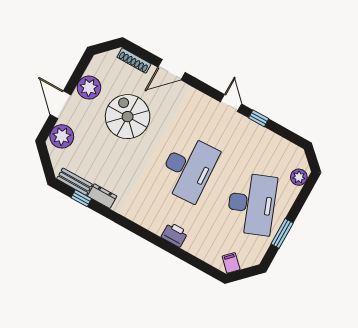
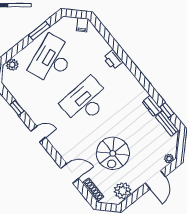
plant: (89, 88) -> (123, 191), moved
door: (231, 103) -> (38, 134), swing flipped
window: (259, 118) -> (17, 108), moved
plant: (62, 136) -> (169, 158), width x0.53, depth x0.53

